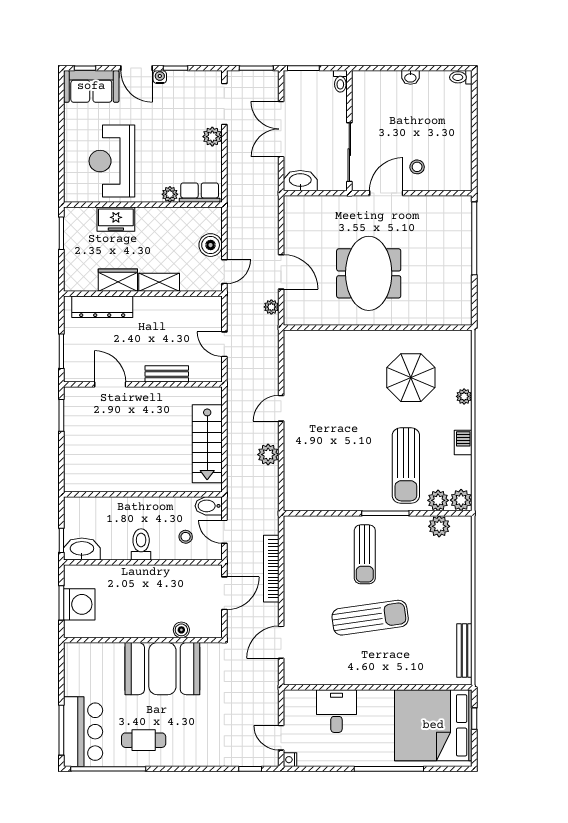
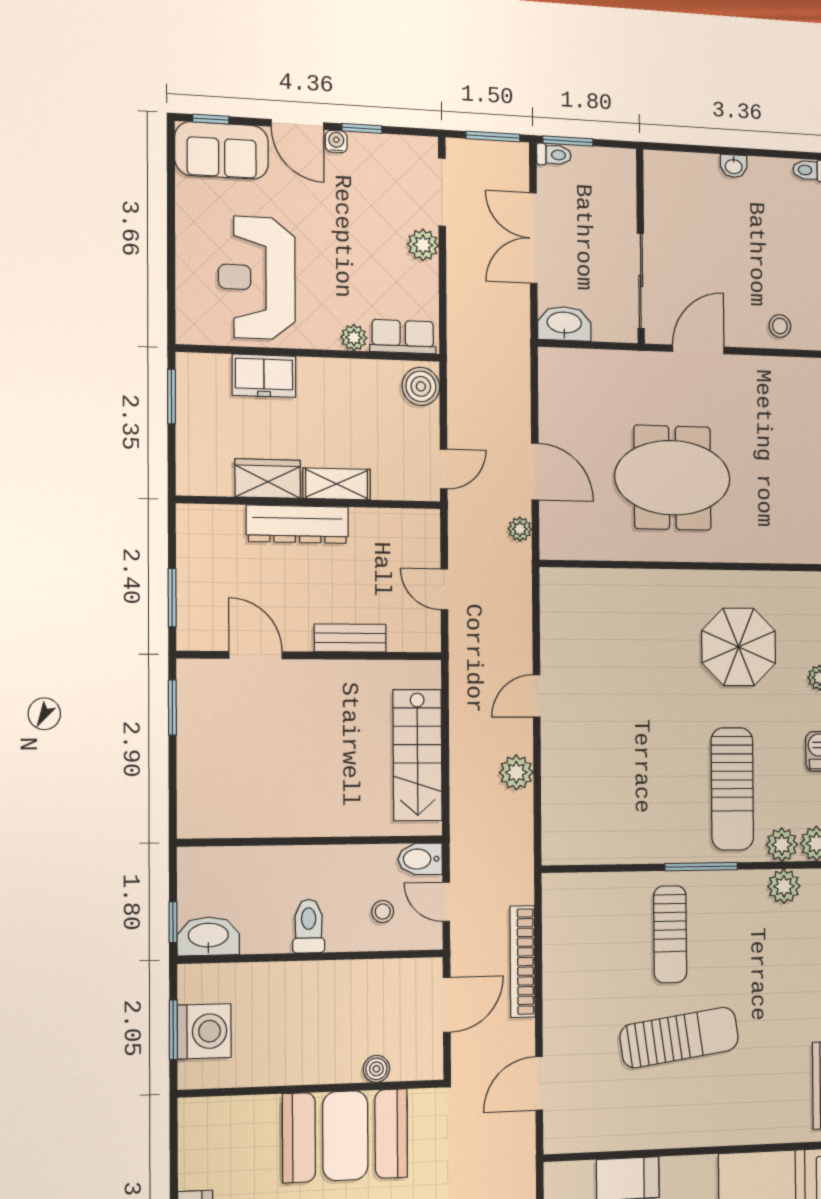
toilet: (340, 81) -> (554, 155), moved, turned -90
stool: (417, 167) -> (780, 326), moved
boiler: (211, 245) -> (421, 386), moved
meeting table: (369, 273) -> (672, 478), turned 90
dresser: (102, 307) -> (297, 524), moved

